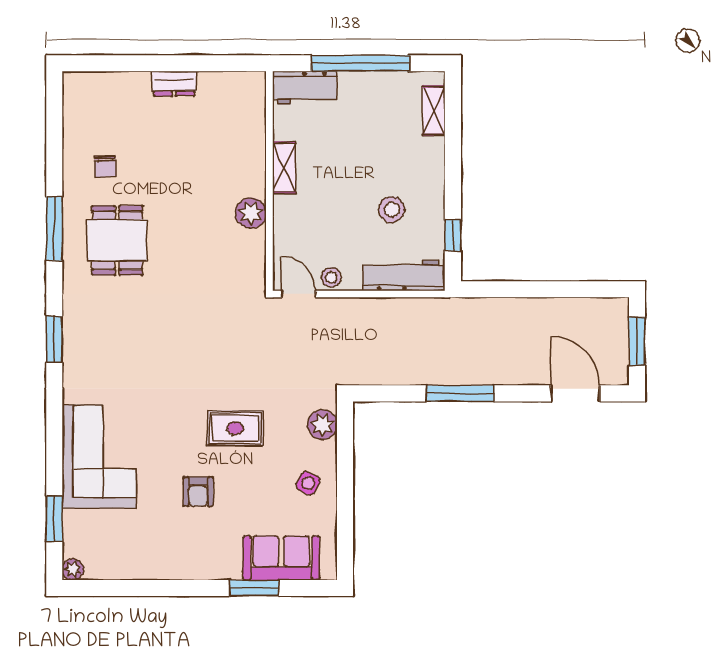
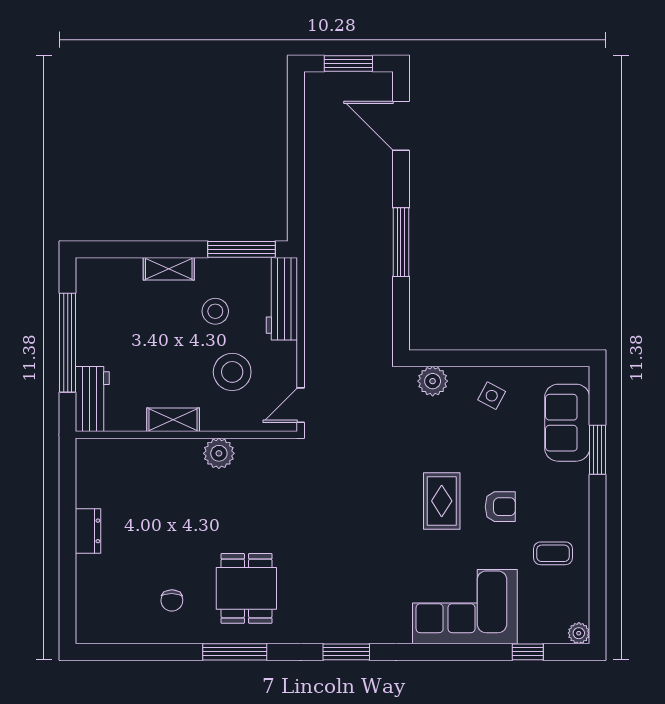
shelving: (434, 111) -> (169, 269), moved
chair: (105, 166) -> (172, 600), turned 94
window: (453, 235) -> (242, 249), width x2.17
dining table: (117, 240) -> (246, 588), turned 90
stool: (331, 277) -> (232, 372), moved, width x1.89, depth x1.89
door: (575, 393) -> (401, 126), hinge flipped
rug: (235, 428) -> (442, 501), moved
window: (54, 519) -> (528, 652), width x0.67
coffee table: (152, 544) -> (553, 553), added

